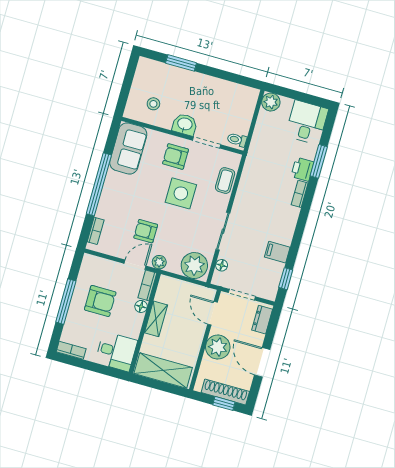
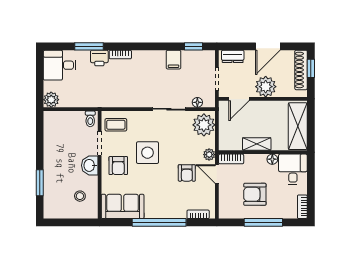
coffee table: (225, 181) -> (116, 125), moved
armchair: (100, 301) -> (255, 194), turned -90
floor lamp: (141, 306) -> (272, 159), moved

